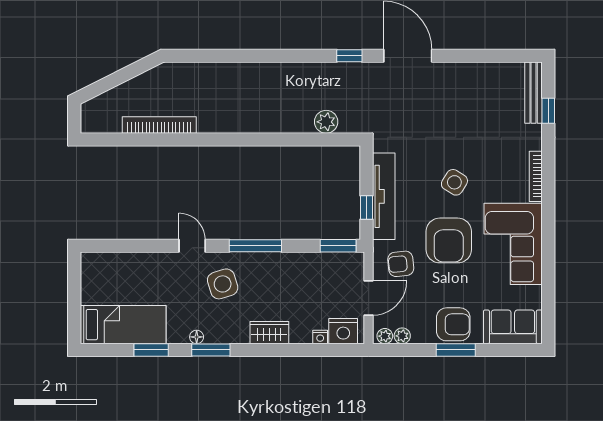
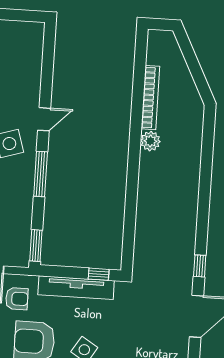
plant: (326, 122) -> (150, 141), moved
window: (366, 208) -> (99, 274), moved
armchair: (401, 264) -> (17, 299), turned 96

